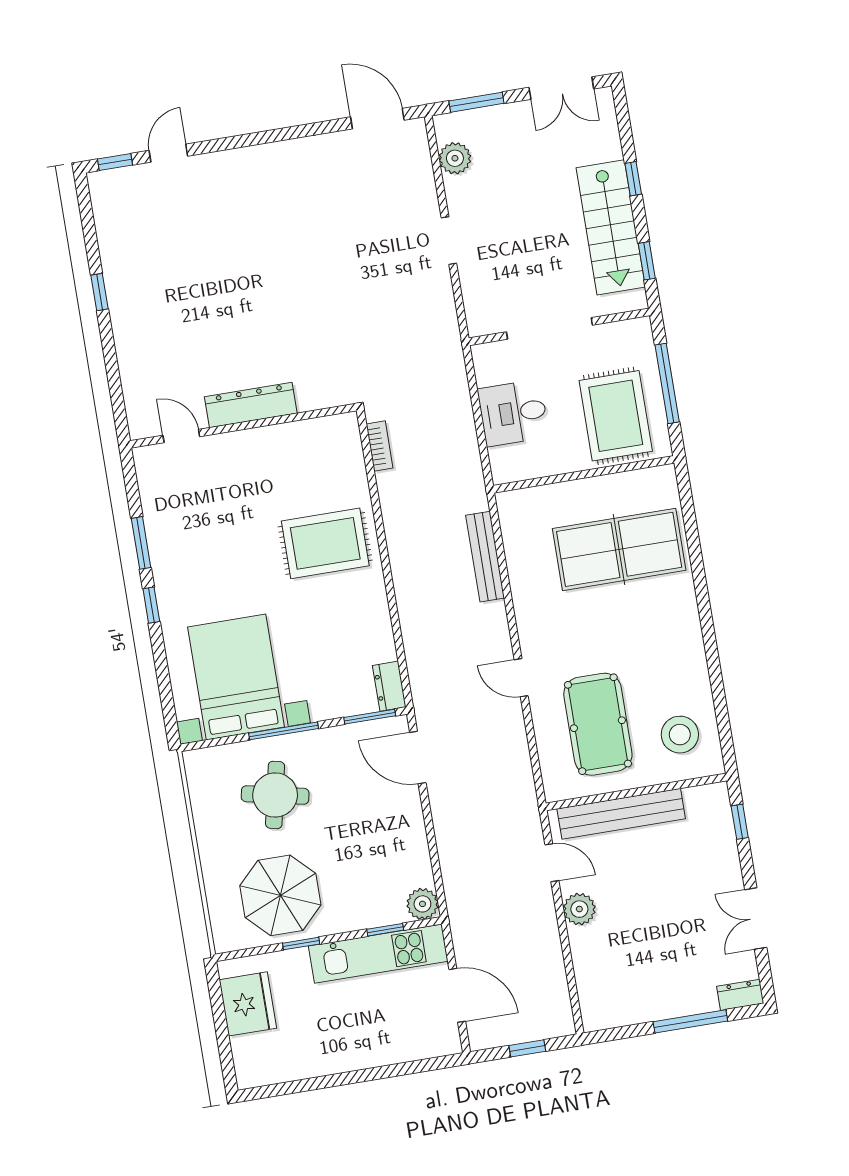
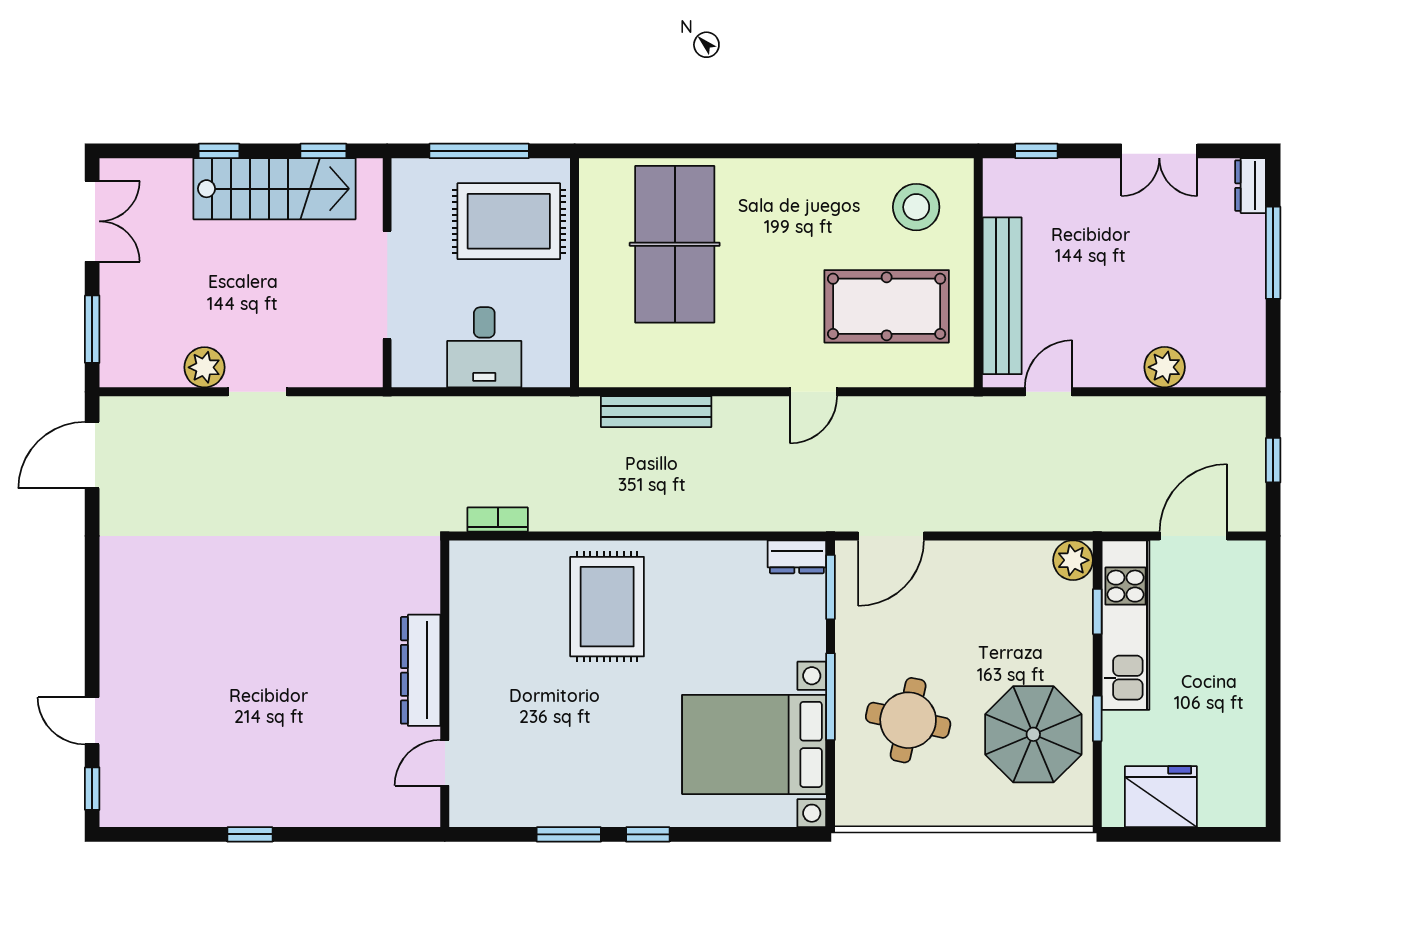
plant: (455, 158) -> (204, 367), moved
plant: (579, 909) -> (1165, 367), moved

